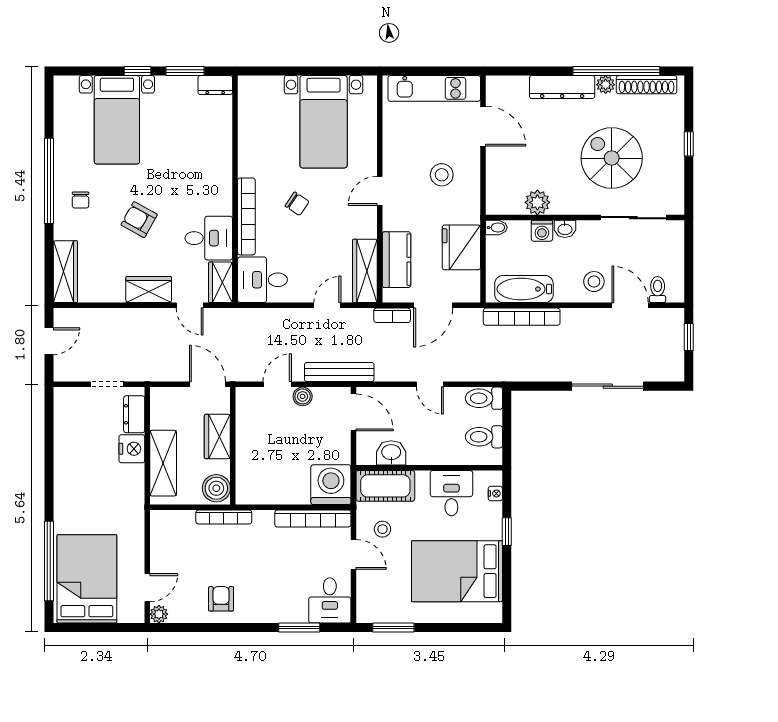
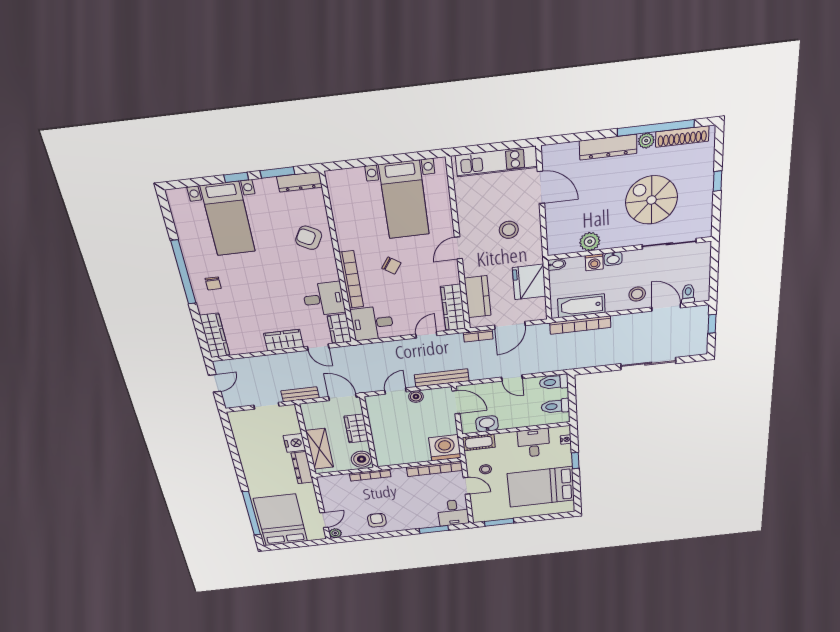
dresser: (215, 85) -> (299, 182), width x1.44
armchair: (139, 220) -> (309, 238), moved
bench: (154, 373) -> (300, 394), added
dresser: (134, 414) -> (302, 468), moved, width x1.44
cot: (385, 486) -> (479, 442), width x0.73, depth x0.75

